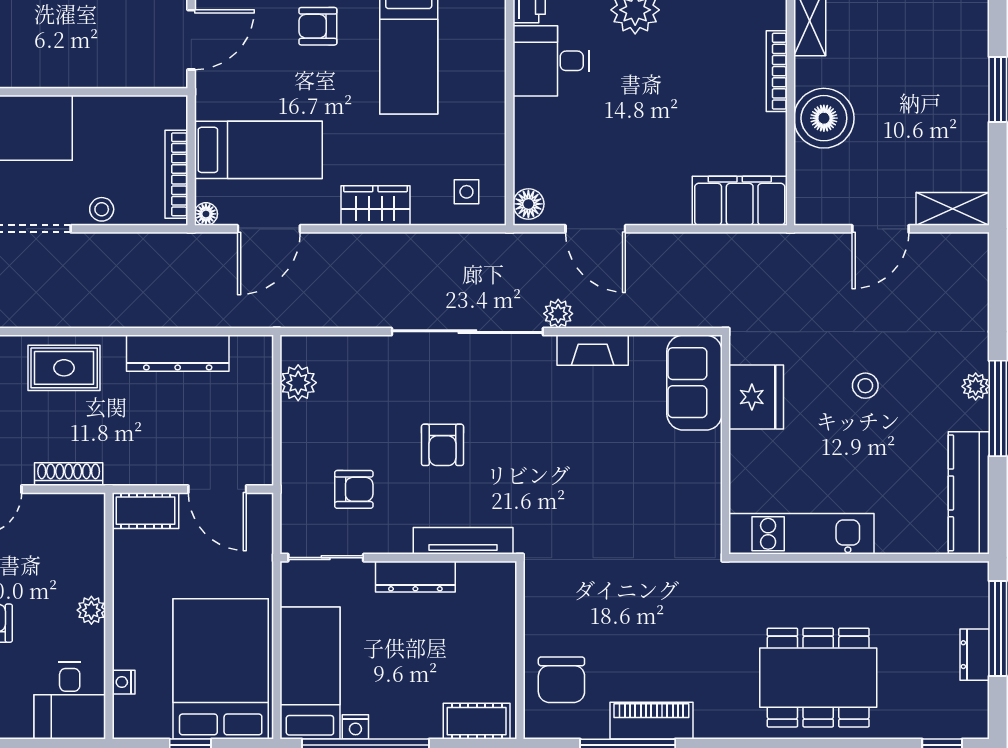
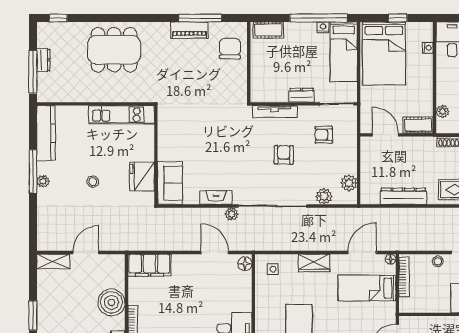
plant: (353, 353) -> (324, 196), added
dresser: (415, 577) -> (301, 95), width x0.70
plant: (91, 610) -> (442, 111), moved

